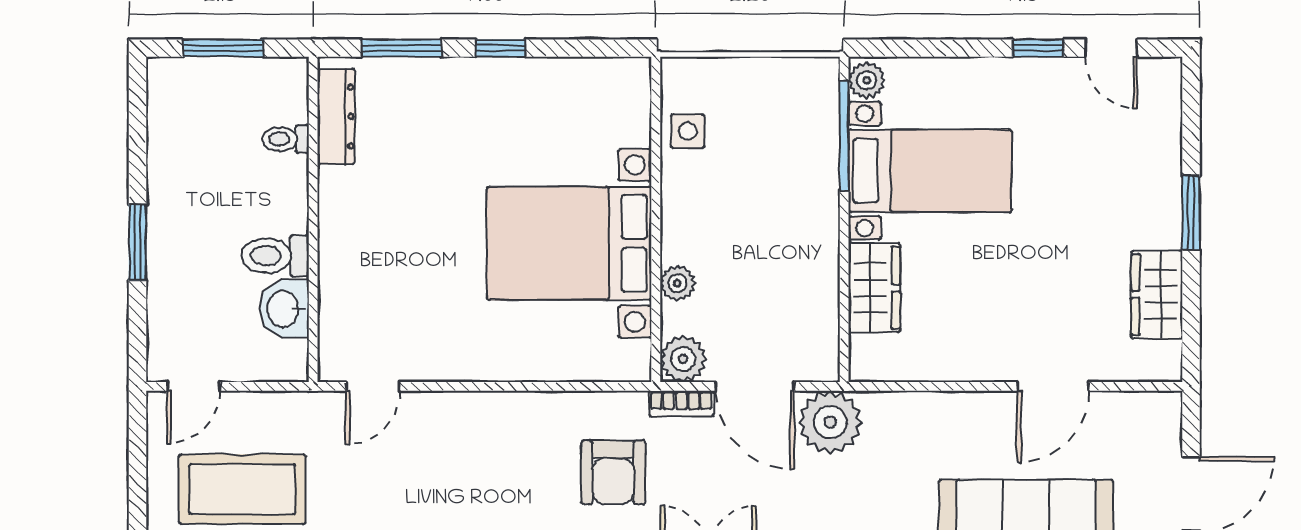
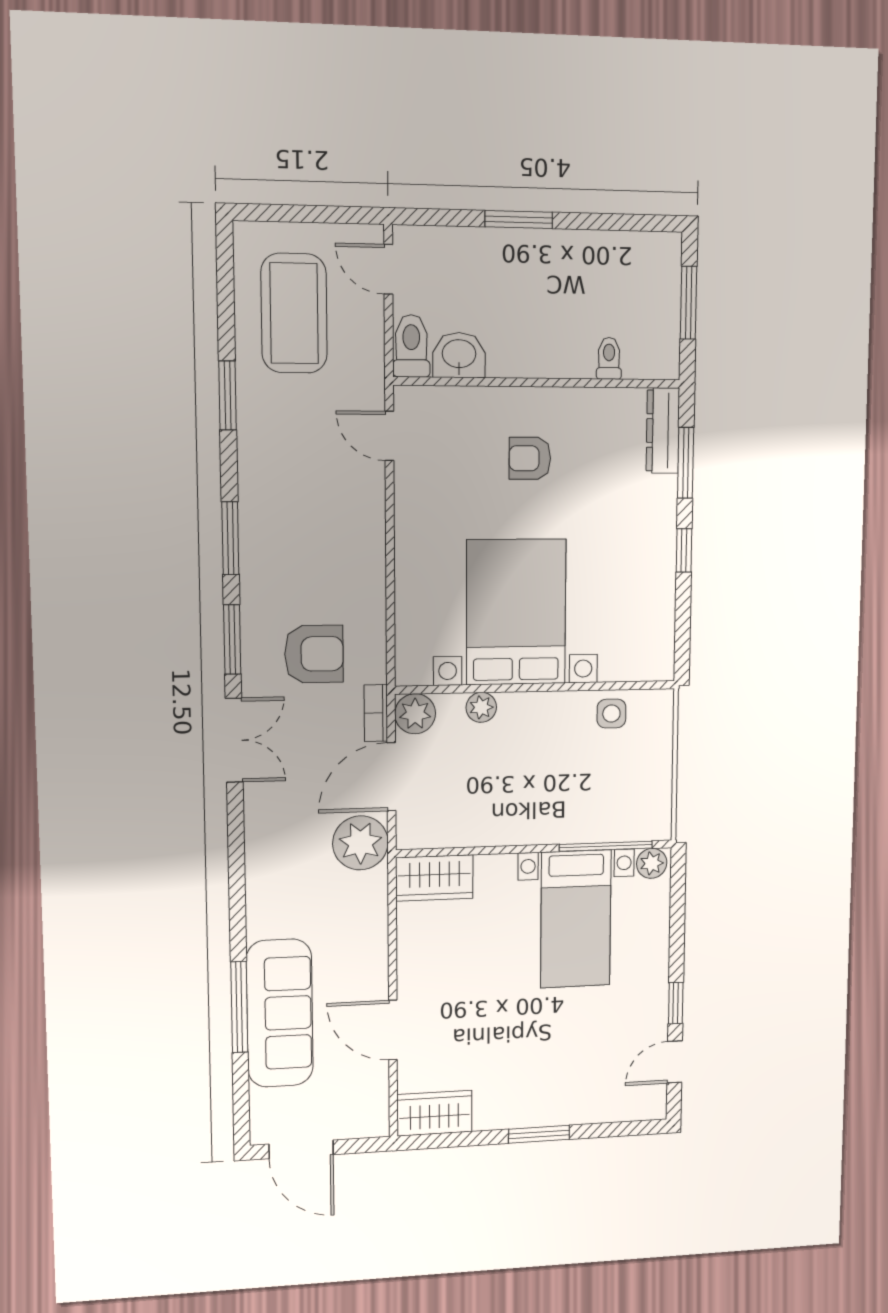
dresser: (336, 117) -> (663, 431), moved, turned 90
armchair: (397, 229) -> (530, 458), added
toilet: (275, 256) -> (411, 346), moved
wardrobe: (874, 288) -> (434, 878), moved
wardrobe: (1157, 295) -> (435, 1113), moved
armchair: (613, 472) -> (314, 654), turned 180

